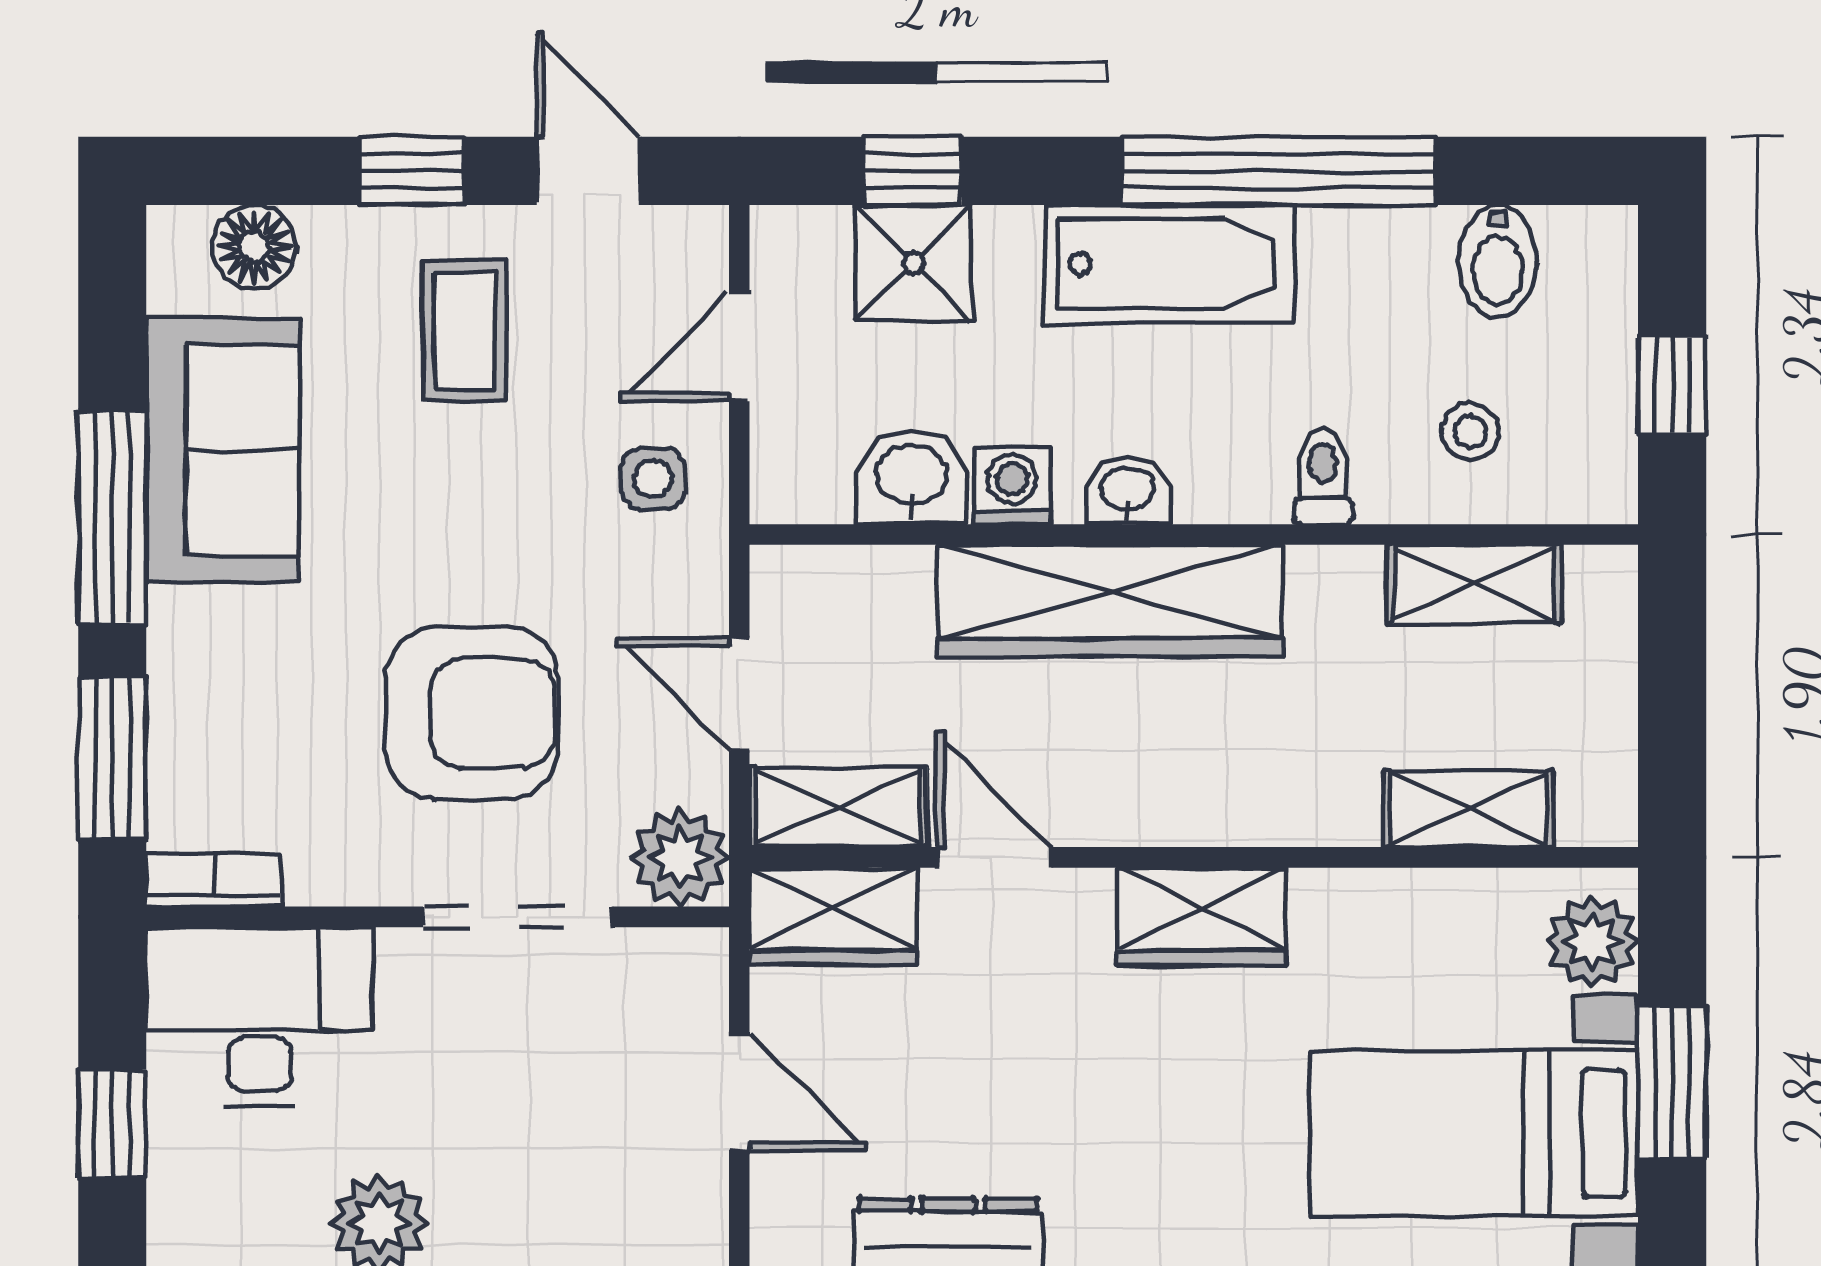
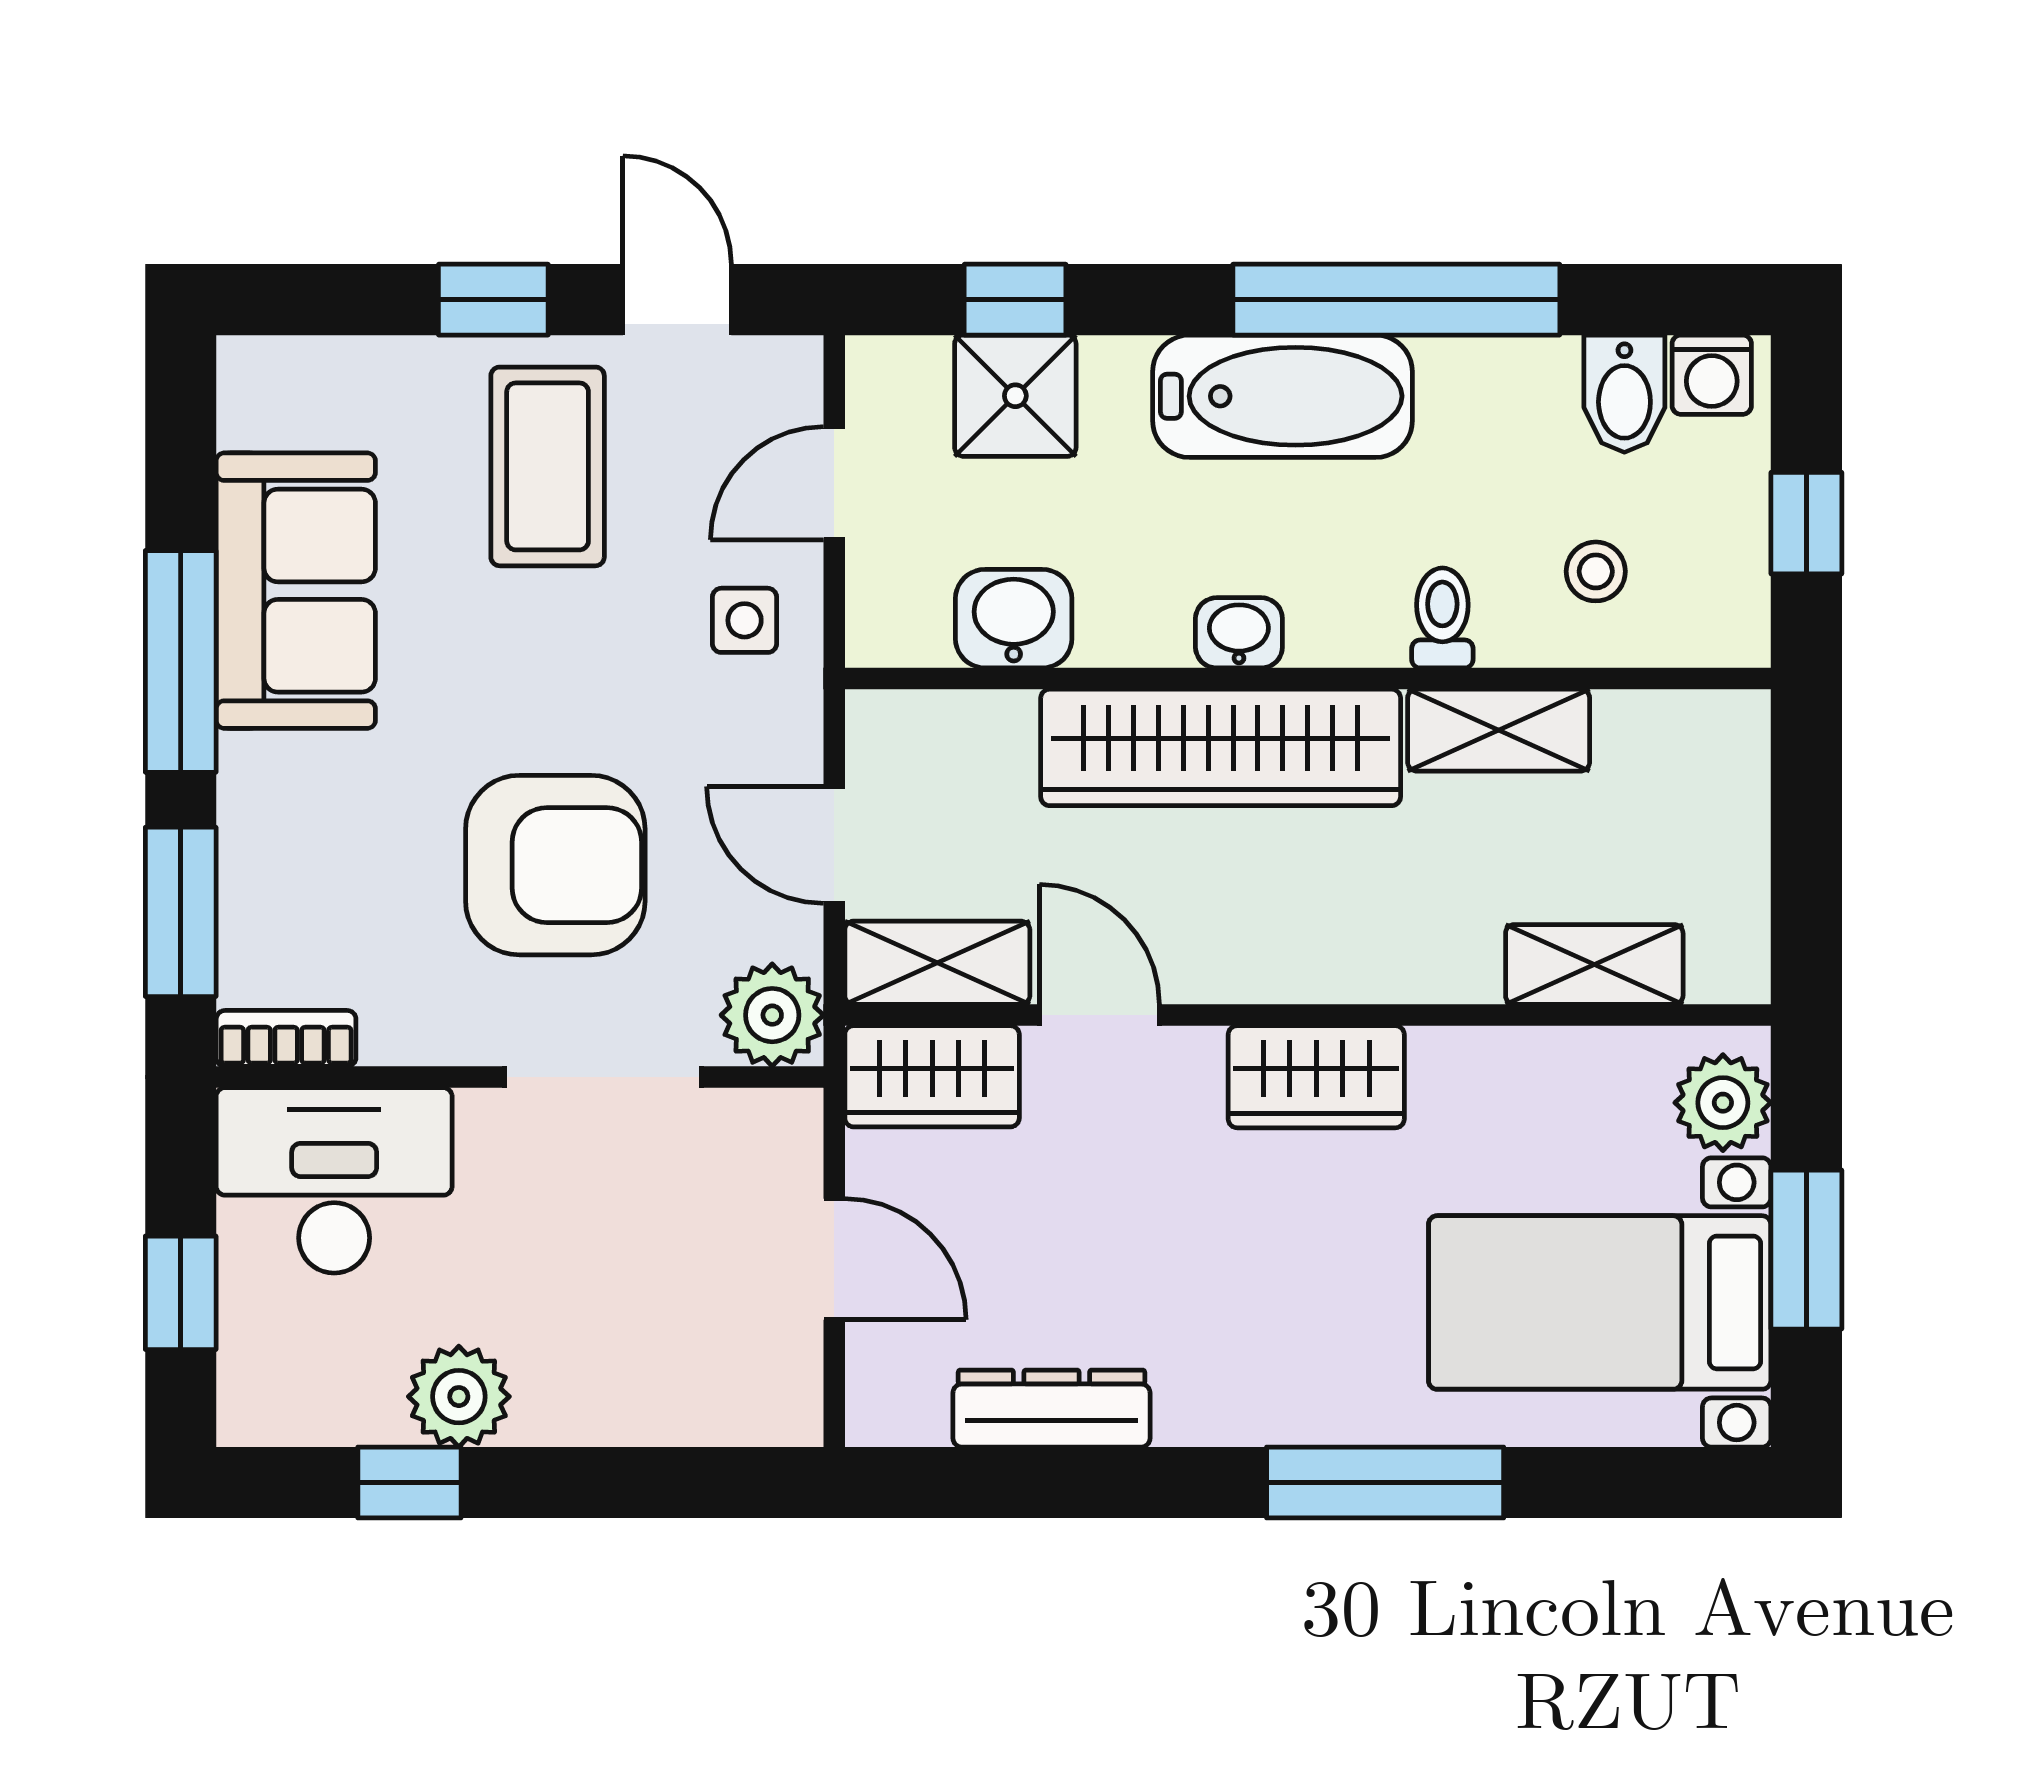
floor lamp: (254, 247) -> (329, 379), removed
coffee table: (464, 331) -> (548, 466), width x1.36, depth x1.30
washing machine: (1012, 486) -> (1712, 375), moved, turned 180
shelving: (1474, 584) -> (1499, 730), moved

